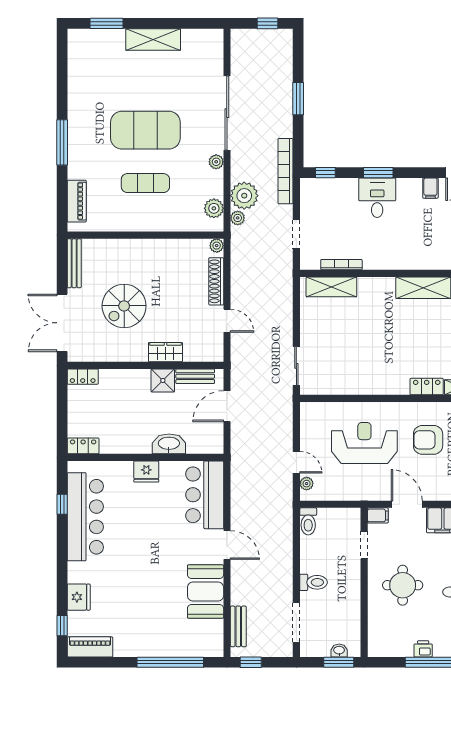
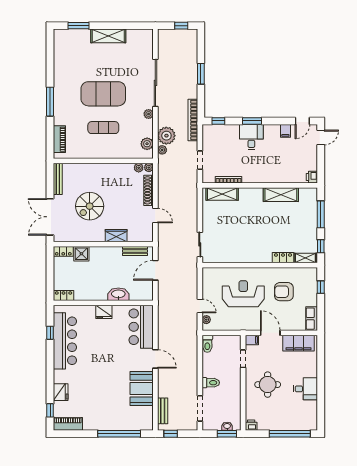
plant: (201, 246) -> (139, 168), added
shower: (163, 380) -> (81, 254), moved
printer: (423, 649) -> (251, 425), moved

